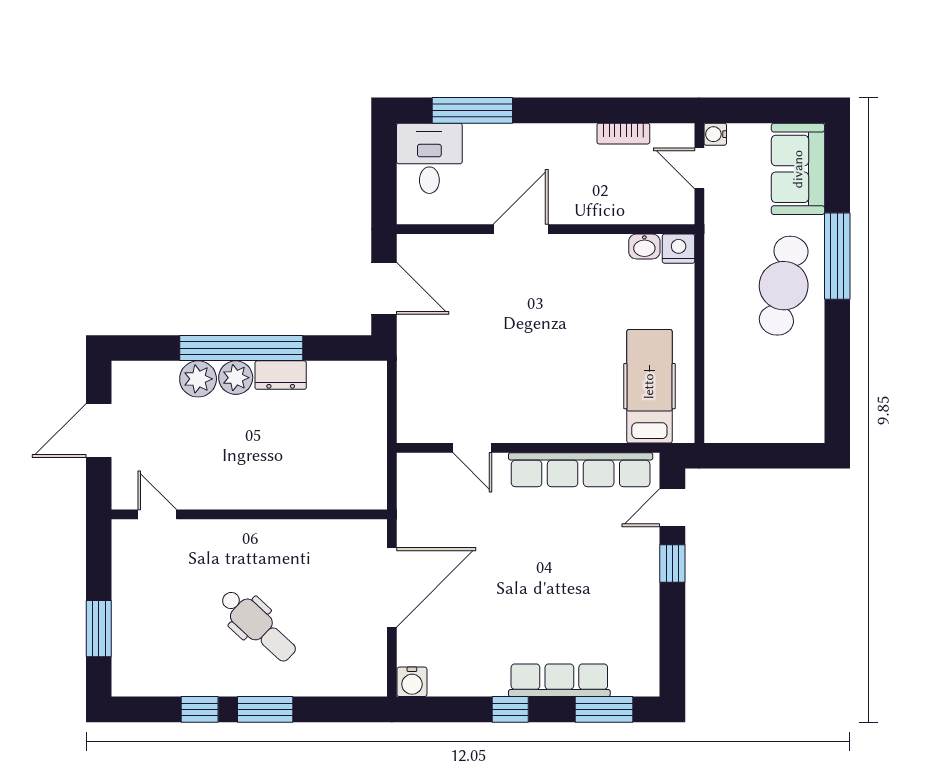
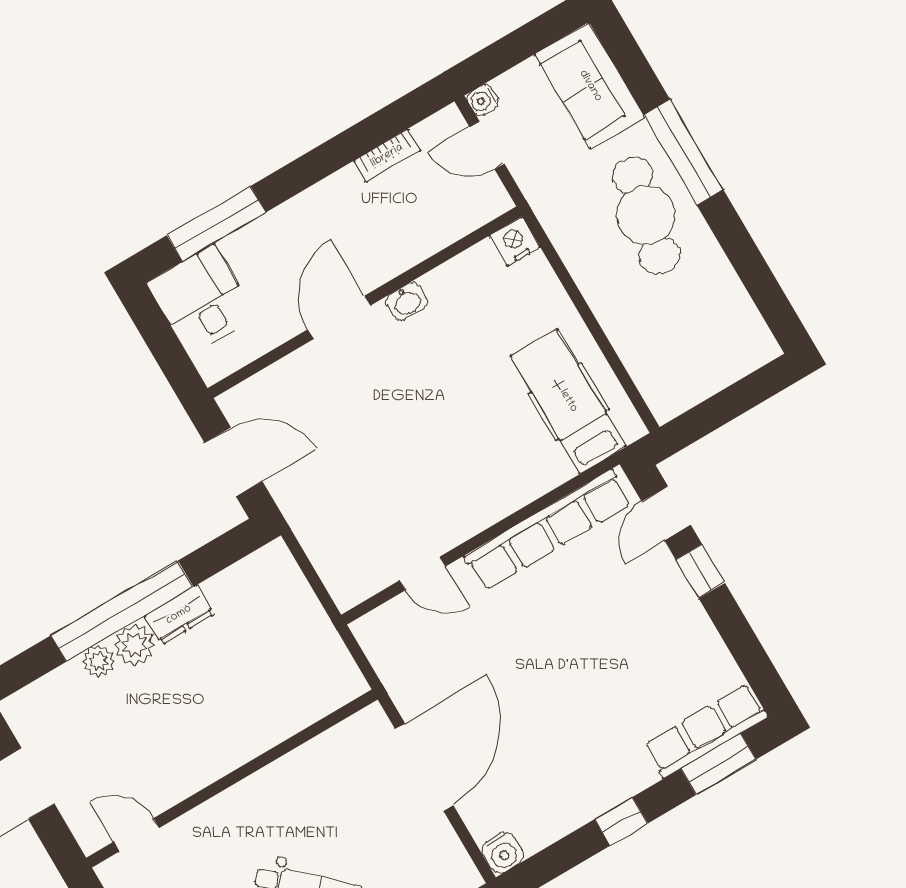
washbasin: (644, 247) -> (407, 302), moved
plant: (198, 379) -> (98, 661), width x0.73, depth x0.73
row of seats: (559, 680) -> (706, 731), moved

